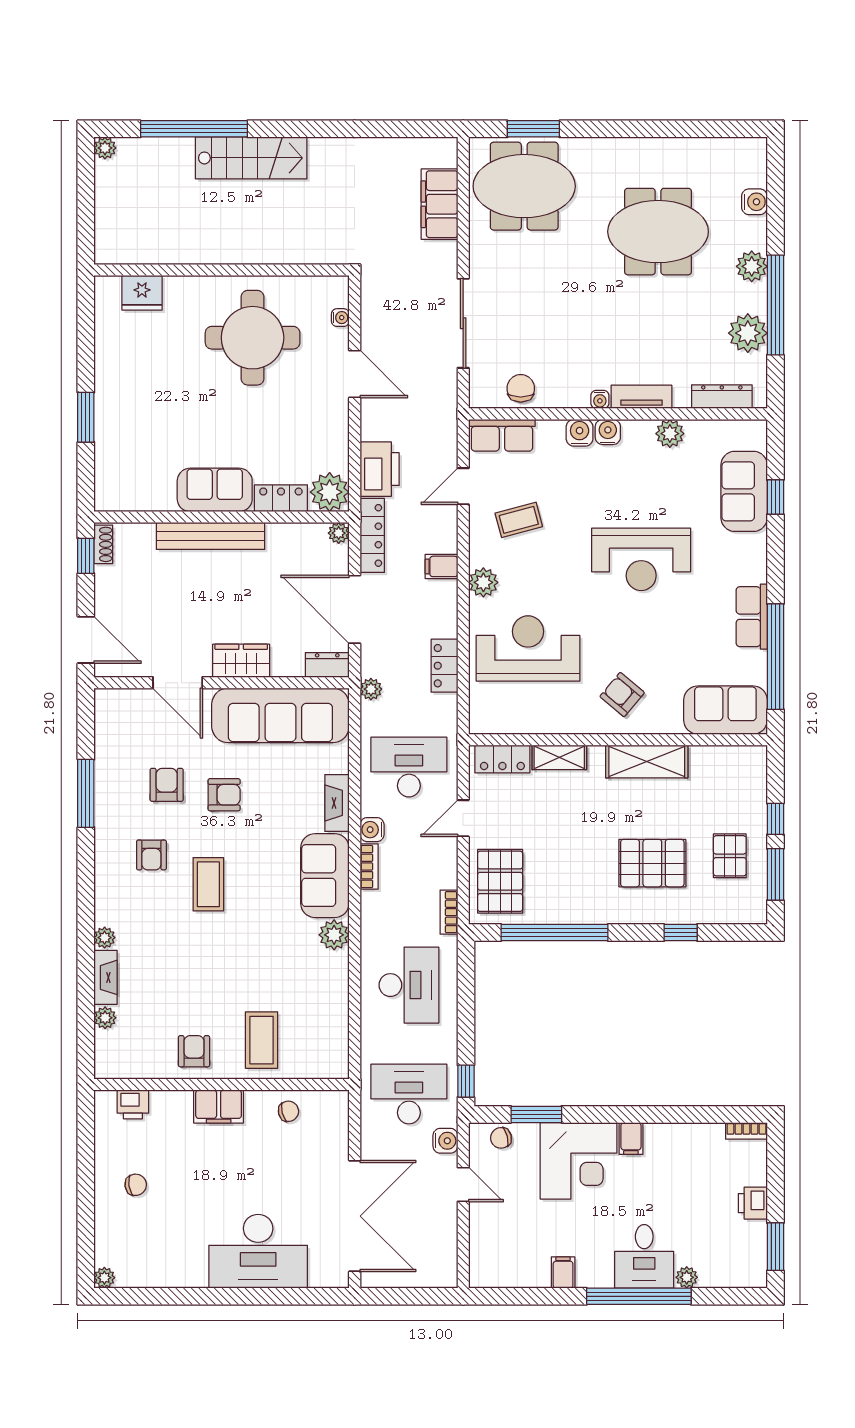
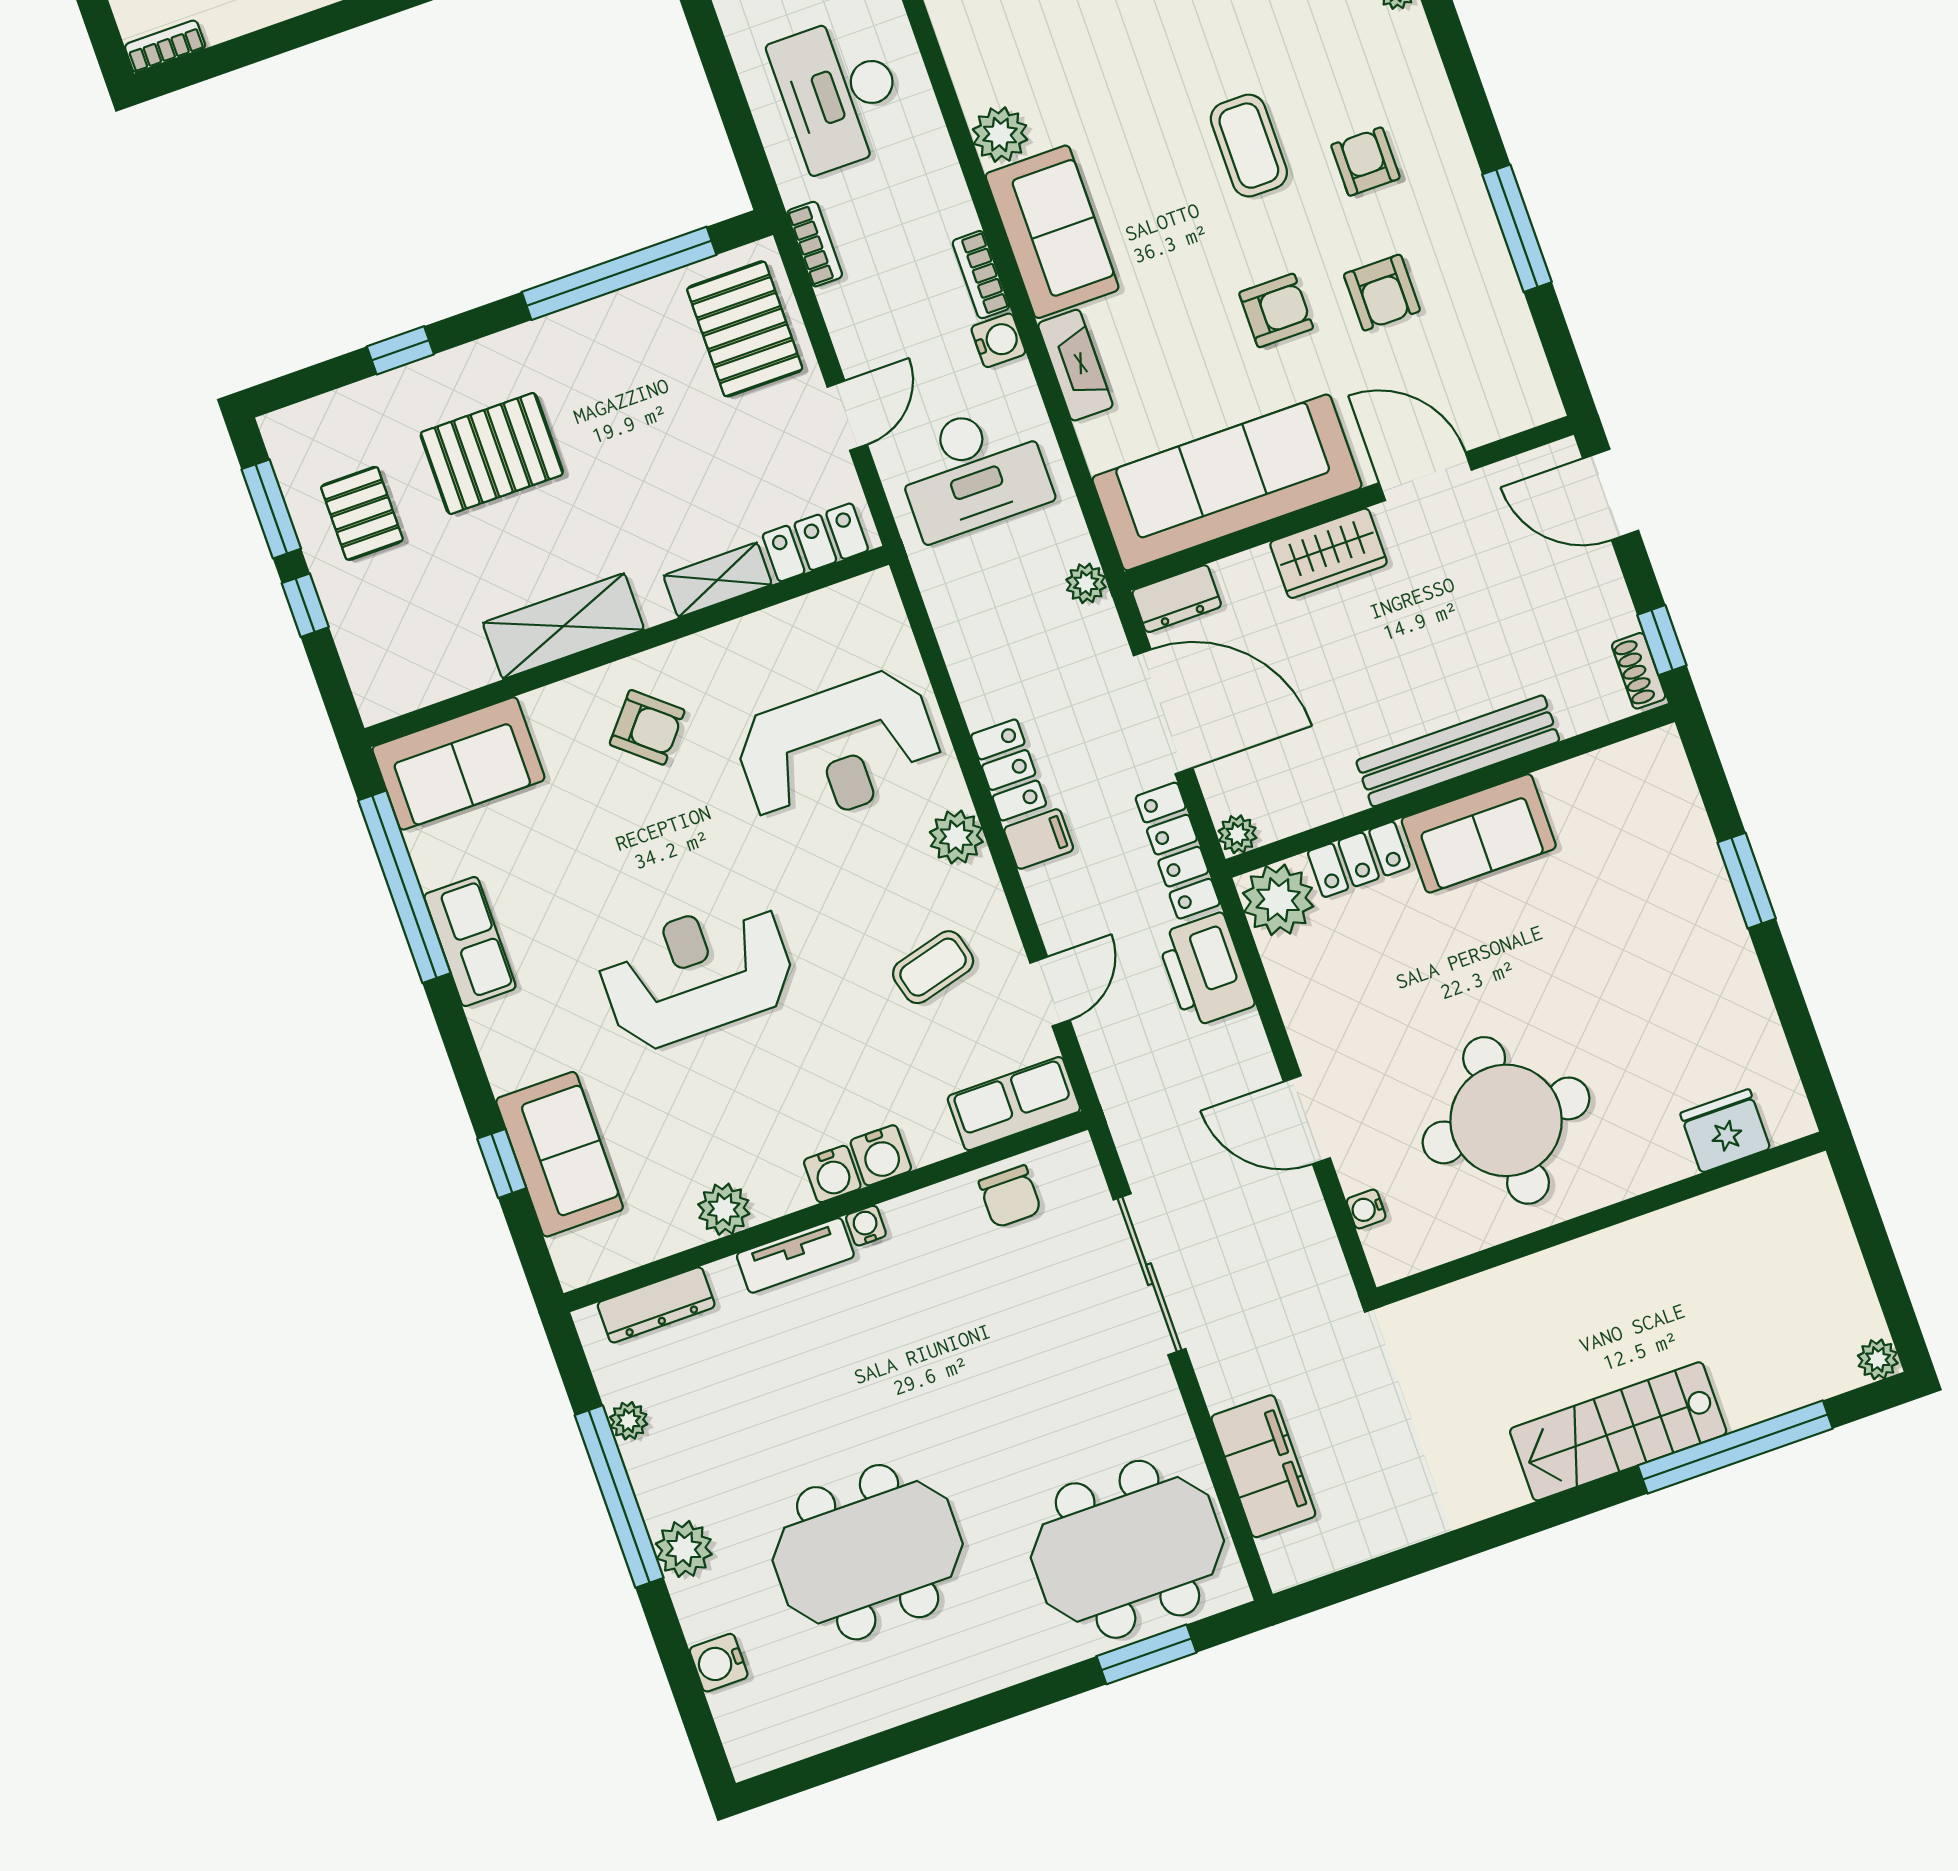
plant: (748, 333) -> (629, 1421), width x0.53, depth x0.53
locker: (444, 666) -> (1009, 770), moved
armchair: (224, 795) -> (1276, 310), turned 180

